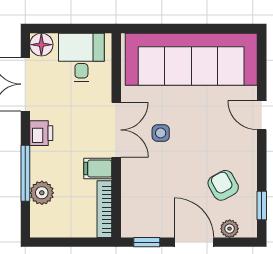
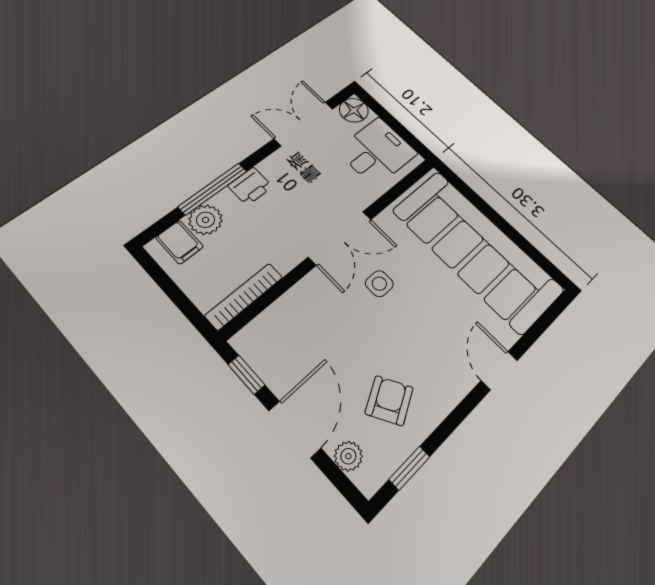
printer: (41, 133) -> (250, 186), moved
filing cabinet: (98, 169) -> (179, 242), moved, turned 180

